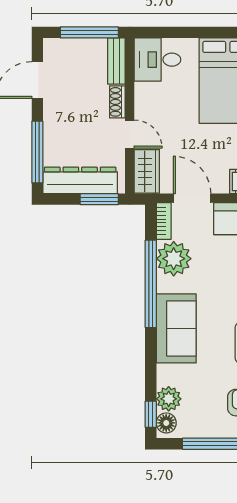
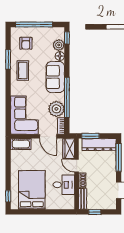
window: (89, 32) -> (95, 212), width x0.46
desk: (157, 60) -> (64, 185), moved
floor lamp: (166, 423) -> (60, 56), moved

